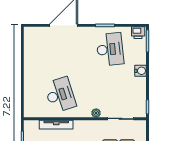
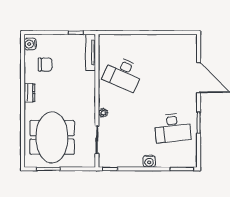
printer: (138, 33) -> (191, 159), removed
desk: (60, 95) -> (123, 74), turned 42
tv unit: (56, 125) -> (91, 52), moved

